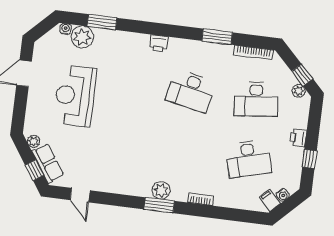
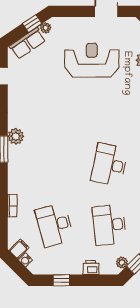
printer: (298, 138) -> (91, 268), moved
window: (35, 170) -> (32, 24), moved
plant: (161, 190) -> (16, 136), moved
bookcase: (201, 199) -> (12, 206), moved

